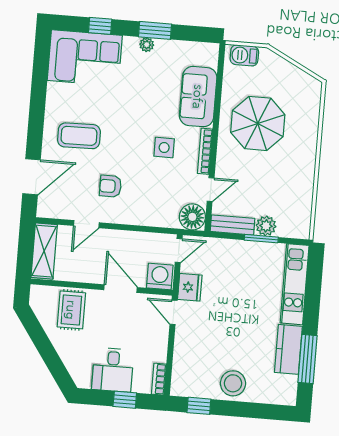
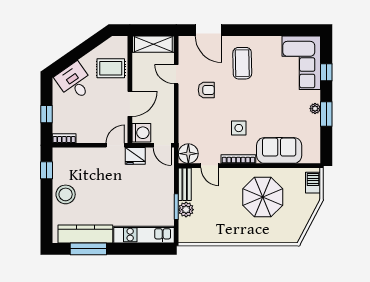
armchair: (110, 186) -> (206, 90), turned 90
kitchen counter: (288, 349) -> (85, 234), width x1.50
desk: (113, 370) -> (74, 82), moved, turned 55

